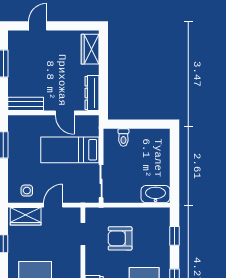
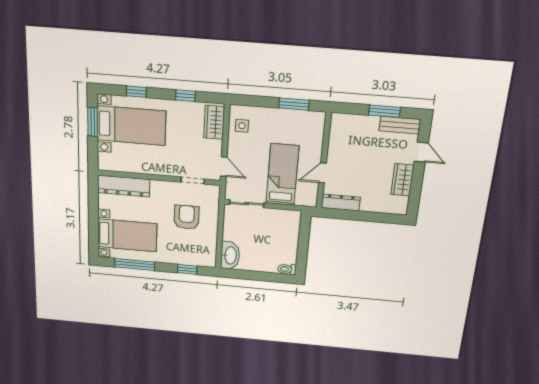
wardrobe: (90, 49) -> (402, 180), moved, turned -90
bench: (26, 104) -> (400, 125), moved, turned 90
toilet: (123, 138) -> (287, 269), moved
door: (53, 205) -> (224, 167), moved

